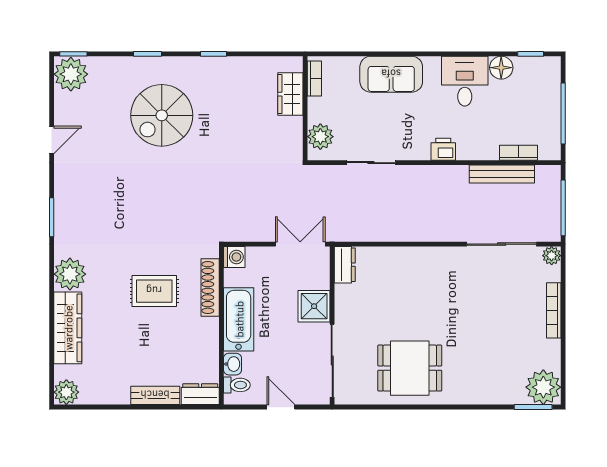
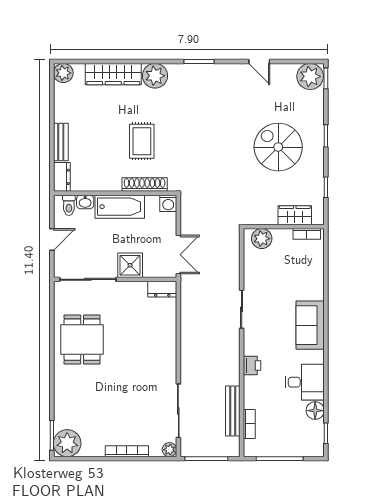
bookcase: (314, 78) -> (307, 234), moved
wardrobe: (290, 94) -> (295, 215), moved
wall: (305, 108) -> (284, 227), moved
plant: (320, 137) -> (262, 239), moved

